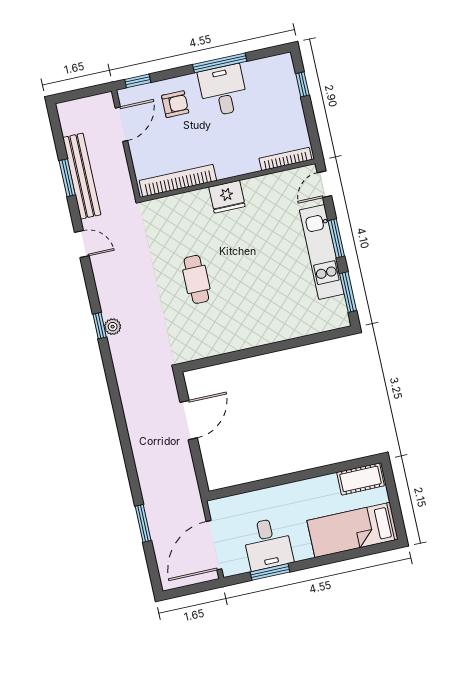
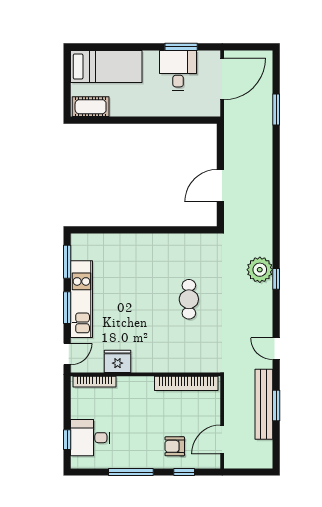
window: (138, 81) -> (184, 472), moved
desk: (223, 90) -> (90, 438), moved, turned 90
fridge: (227, 197) -> (118, 361), moved
plant: (113, 327) -> (260, 270), width x1.88, depth x1.88

